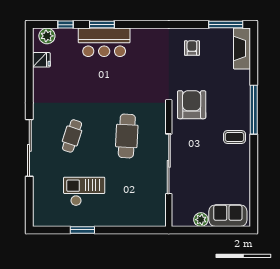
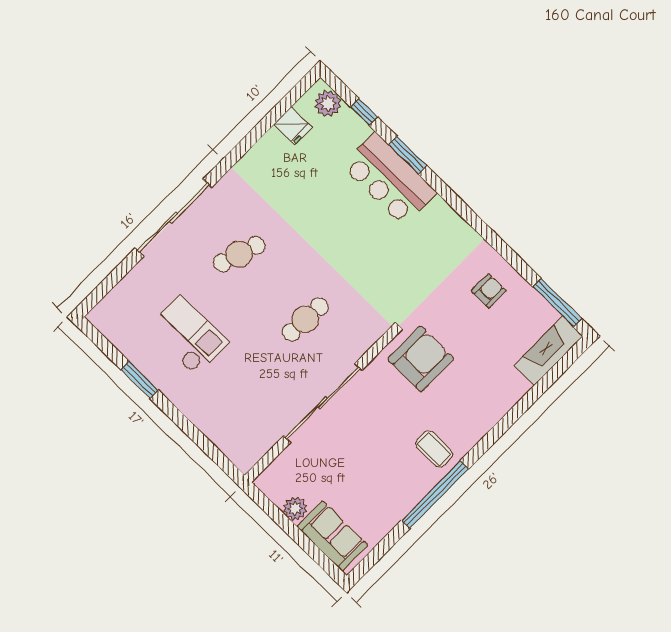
window: (254, 110) -> (435, 495), moved
cafe table: (127, 136) -> (305, 319), width x0.73, depth x0.74

